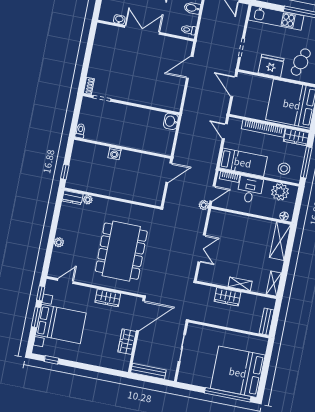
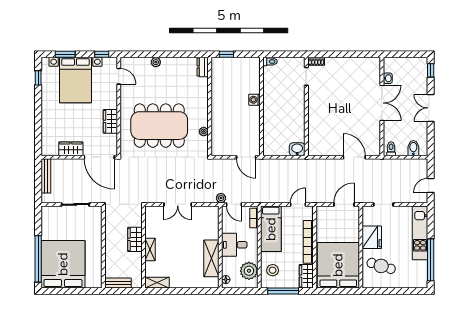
desk: (250, 190) -> (234, 245), moved, turned 180
plant: (88, 200) -> (204, 132), moved
shelving: (280, 241) -> (211, 258), moved, turned 90
window: (36, 317) -> (65, 54), moved

